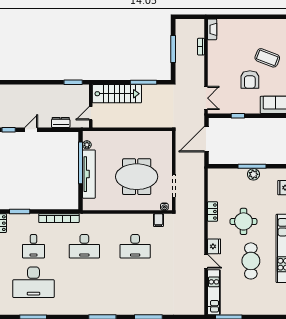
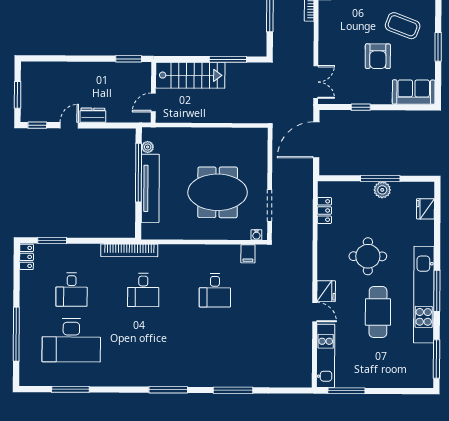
dresser: (61, 122) -> (93, 115), moved
locker: (212, 212) -> (324, 210), moved
bookcase: (59, 218) -> (129, 250), moved
desk: (84, 246) -> (143, 290), width x0.73
desk: (135, 246) -> (215, 290), width x0.73

